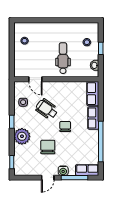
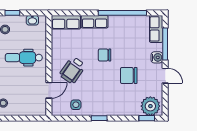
wheelchair: (47, 109) -> (73, 70), moved
plant: (22, 136) -> (150, 106), moved

